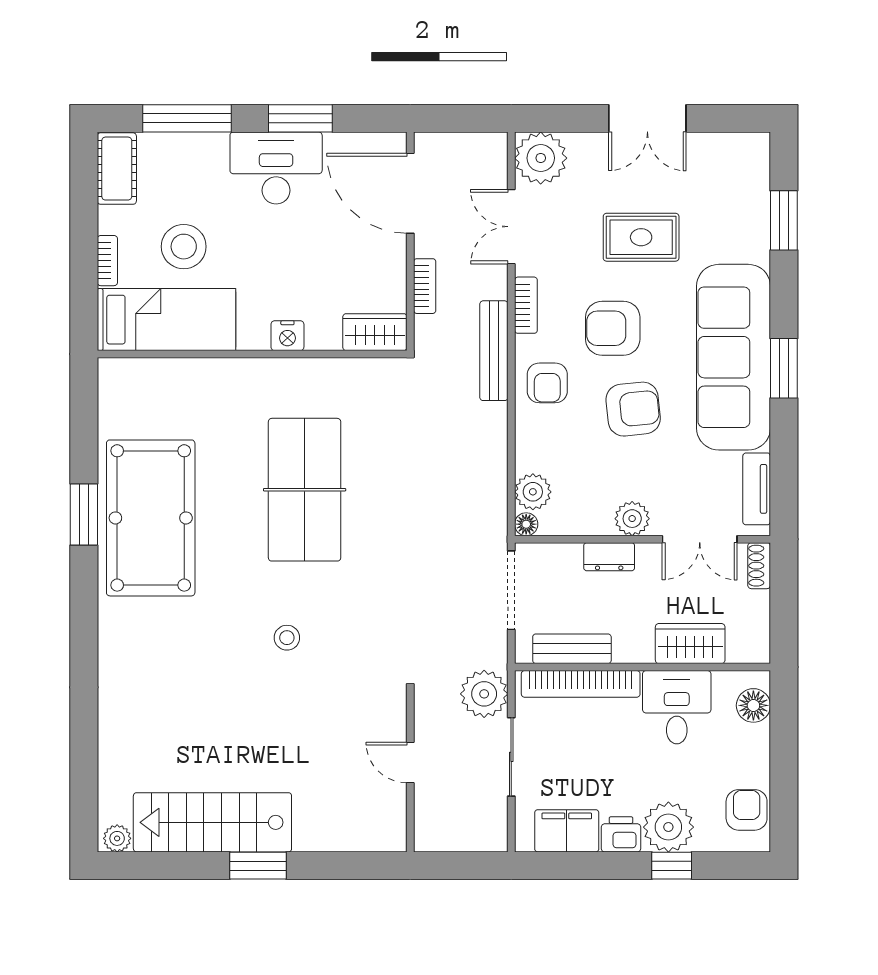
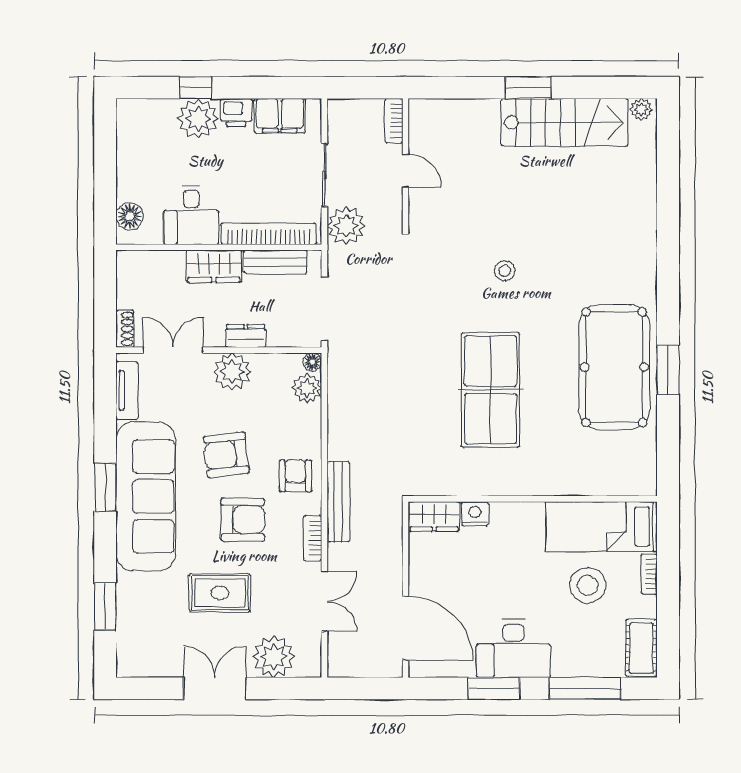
plant: (541, 158) -> (274, 657), moved
bookcase: (425, 286) -> (394, 121), moved
nightstand: (287, 336) -> (475, 514), moved
plant: (632, 519) -> (232, 372), width x1.36, depth x1.36
wardrobe: (690, 644) -> (214, 266), moved
armchair: (747, 810) -> (135, 132), removed

